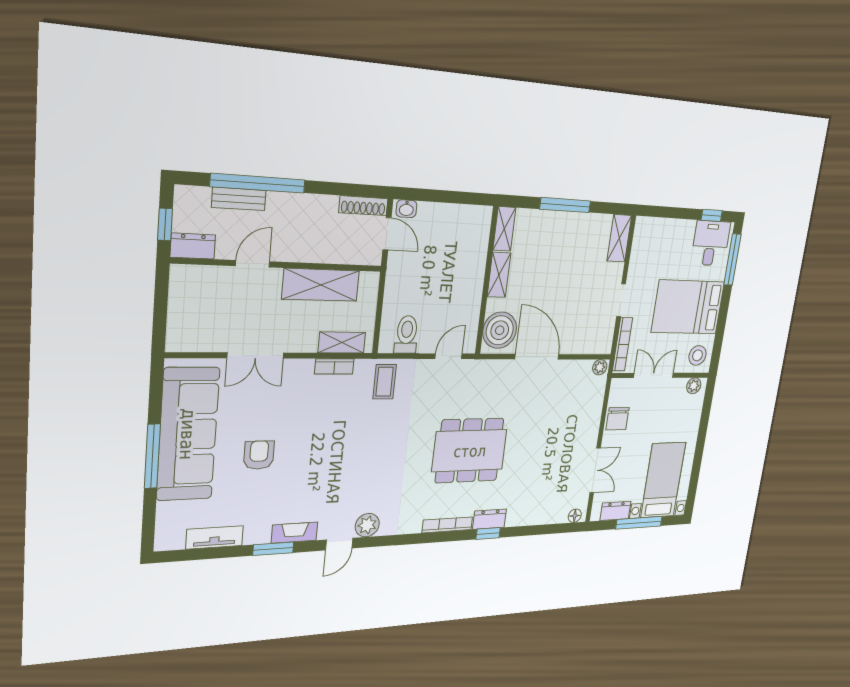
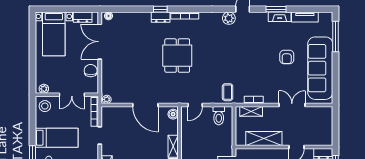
bed: (688, 307) -> (57, 138), width x0.67
boiler: (500, 330) -> (173, 114), width x0.54, depth x0.54
dining table: (470, 451) -> (177, 56), width x0.73
window: (152, 456) -> (336, 36), moved
double door: (595, 470) -> (100, 42), width x1.37
window: (639, 523) -> (65, 9), removed
fireplace: (295, 533) -> (280, 17), moved

